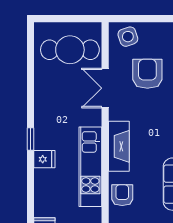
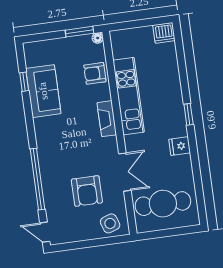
fireplace: (119, 146) -> (107, 119), width x0.73, depth x0.76
fridge: (44, 159) -> (180, 146), moved
armchair: (122, 195) -> (95, 73), turned 90

